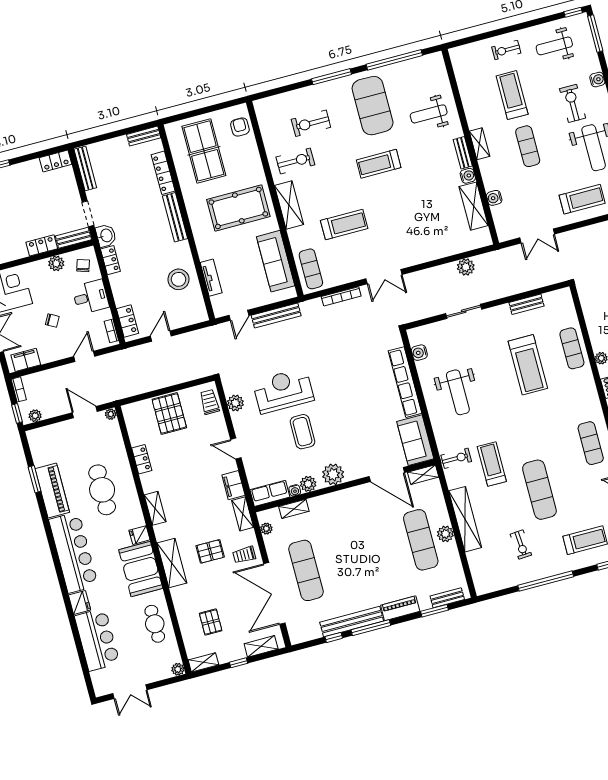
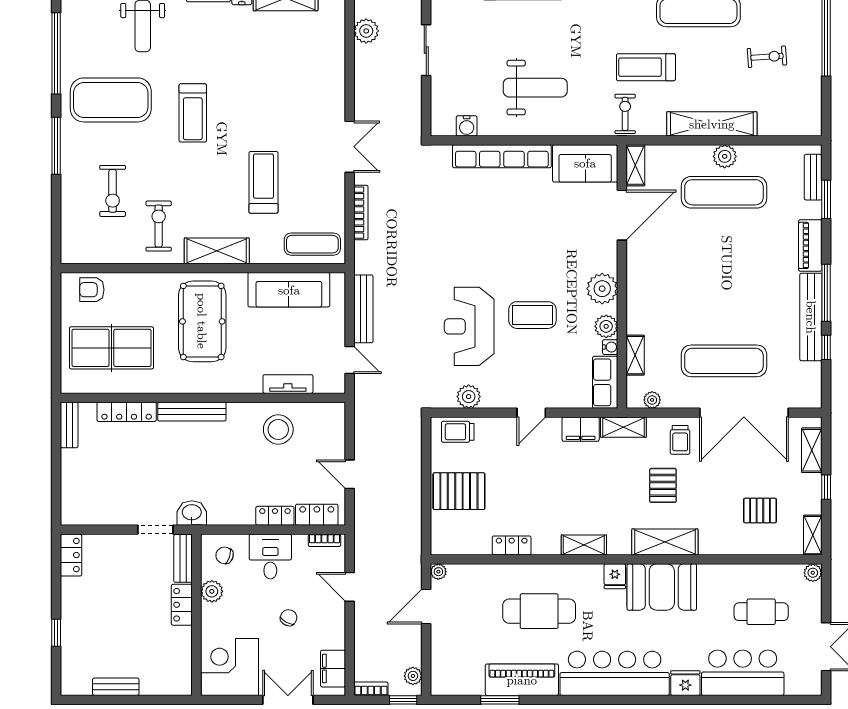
bench: (85, 168) -> (92, 517), removed
locker: (110, 260) -> (275, 516), moved
cafe table: (155, 624) -> (761, 612), moved

